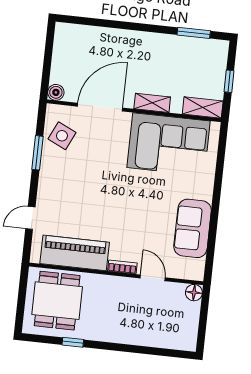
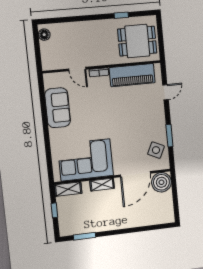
boiler: (56, 92) -> (161, 182), width x1.86, depth x1.86
floor lamp: (194, 293) -> (44, 35), moved
dining table: (57, 301) -> (137, 41), turned 90

